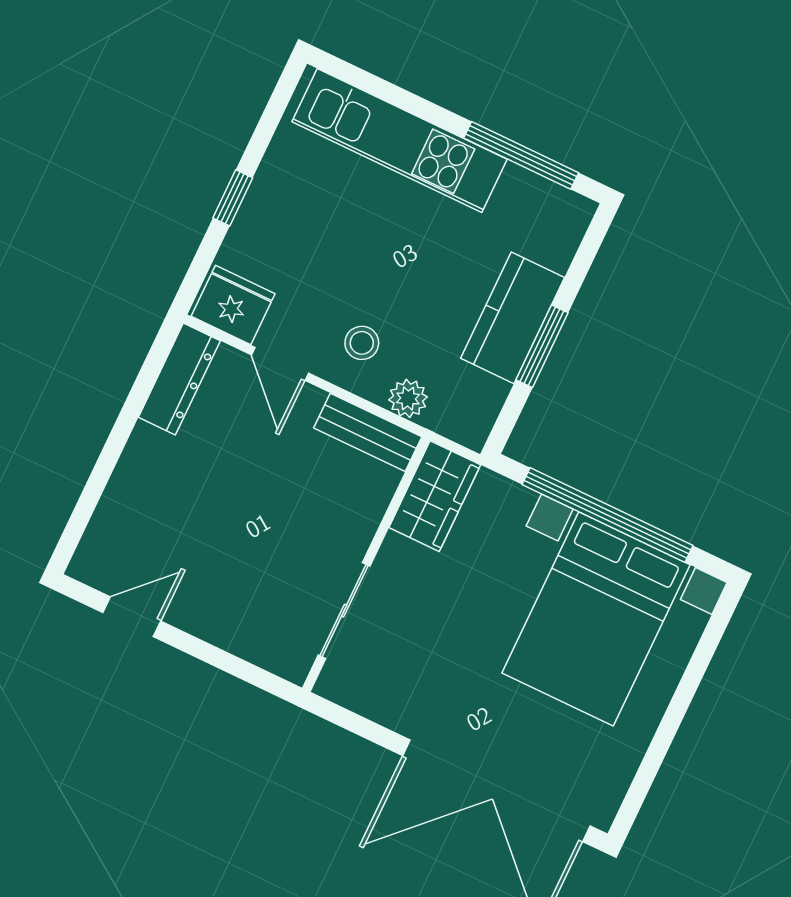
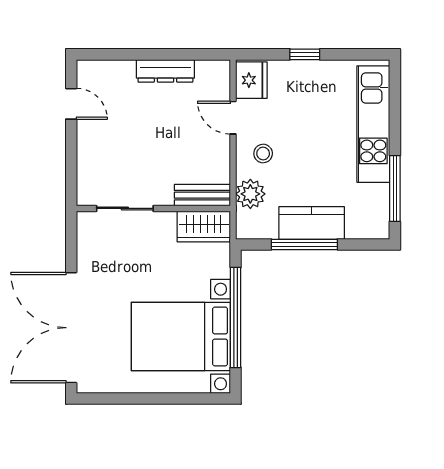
window: (542, 346) -> (304, 244), width x1.44
door: (280, 364) -> (233, 118), hinge flipped
dresser: (179, 379) -> (165, 71), moved
plant: (408, 398) -> (250, 194), width x1.38, depth x1.38
bench: (368, 432) -> (202, 195), moved, turned 90

